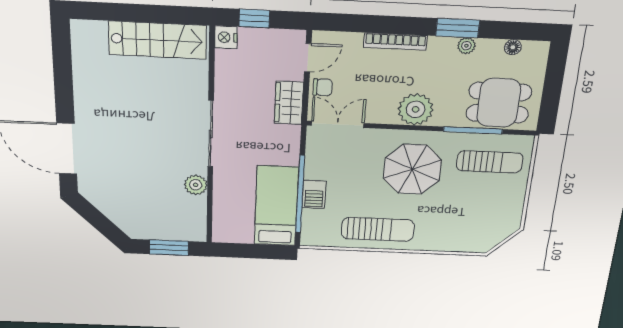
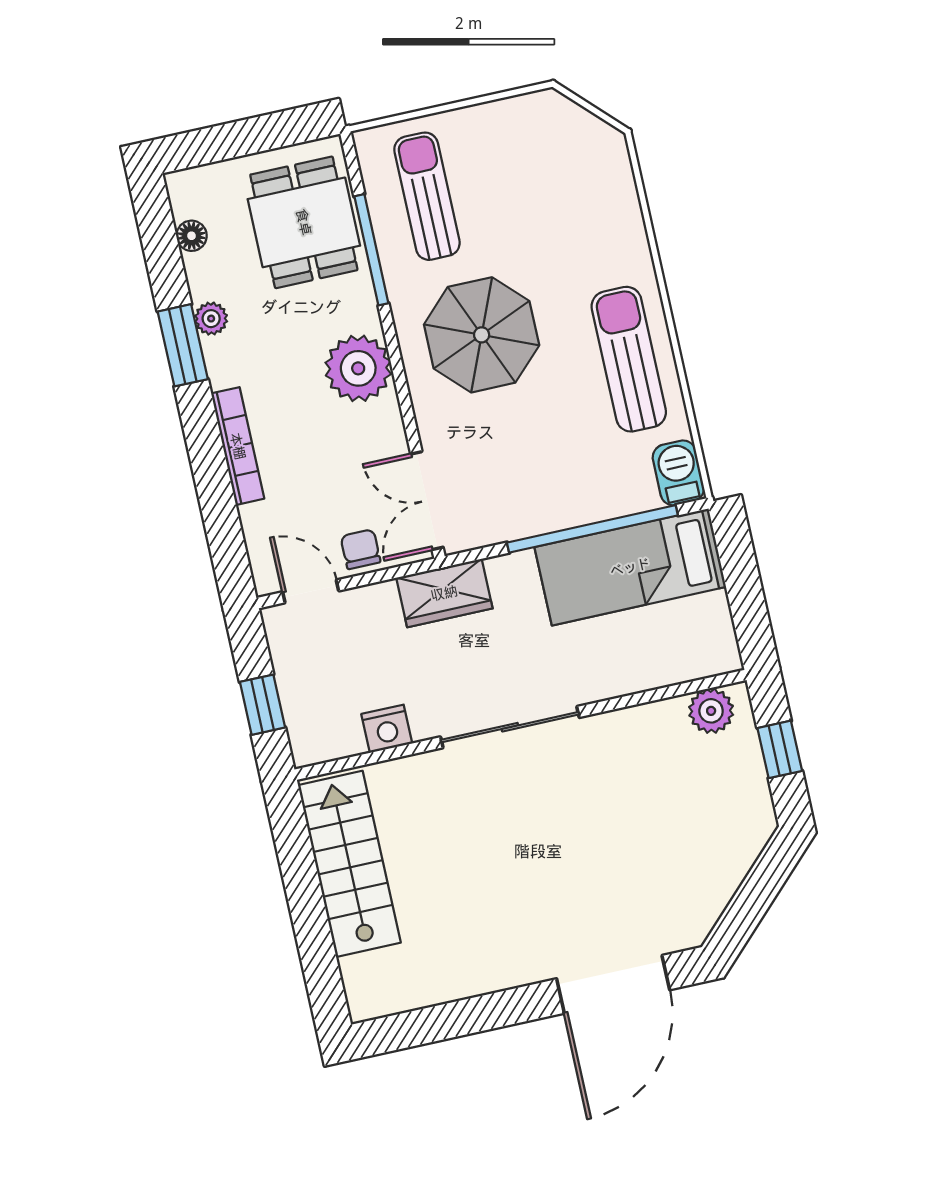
nightstand: (226, 37) -> (387, 729), moved
wardrobe: (289, 103) -> (444, 593), moved
plant: (196, 185) -> (711, 711), moved
barbecue: (314, 194) -> (678, 473), moved, turned -90
window: (169, 248) -> (780, 749), width x0.67

